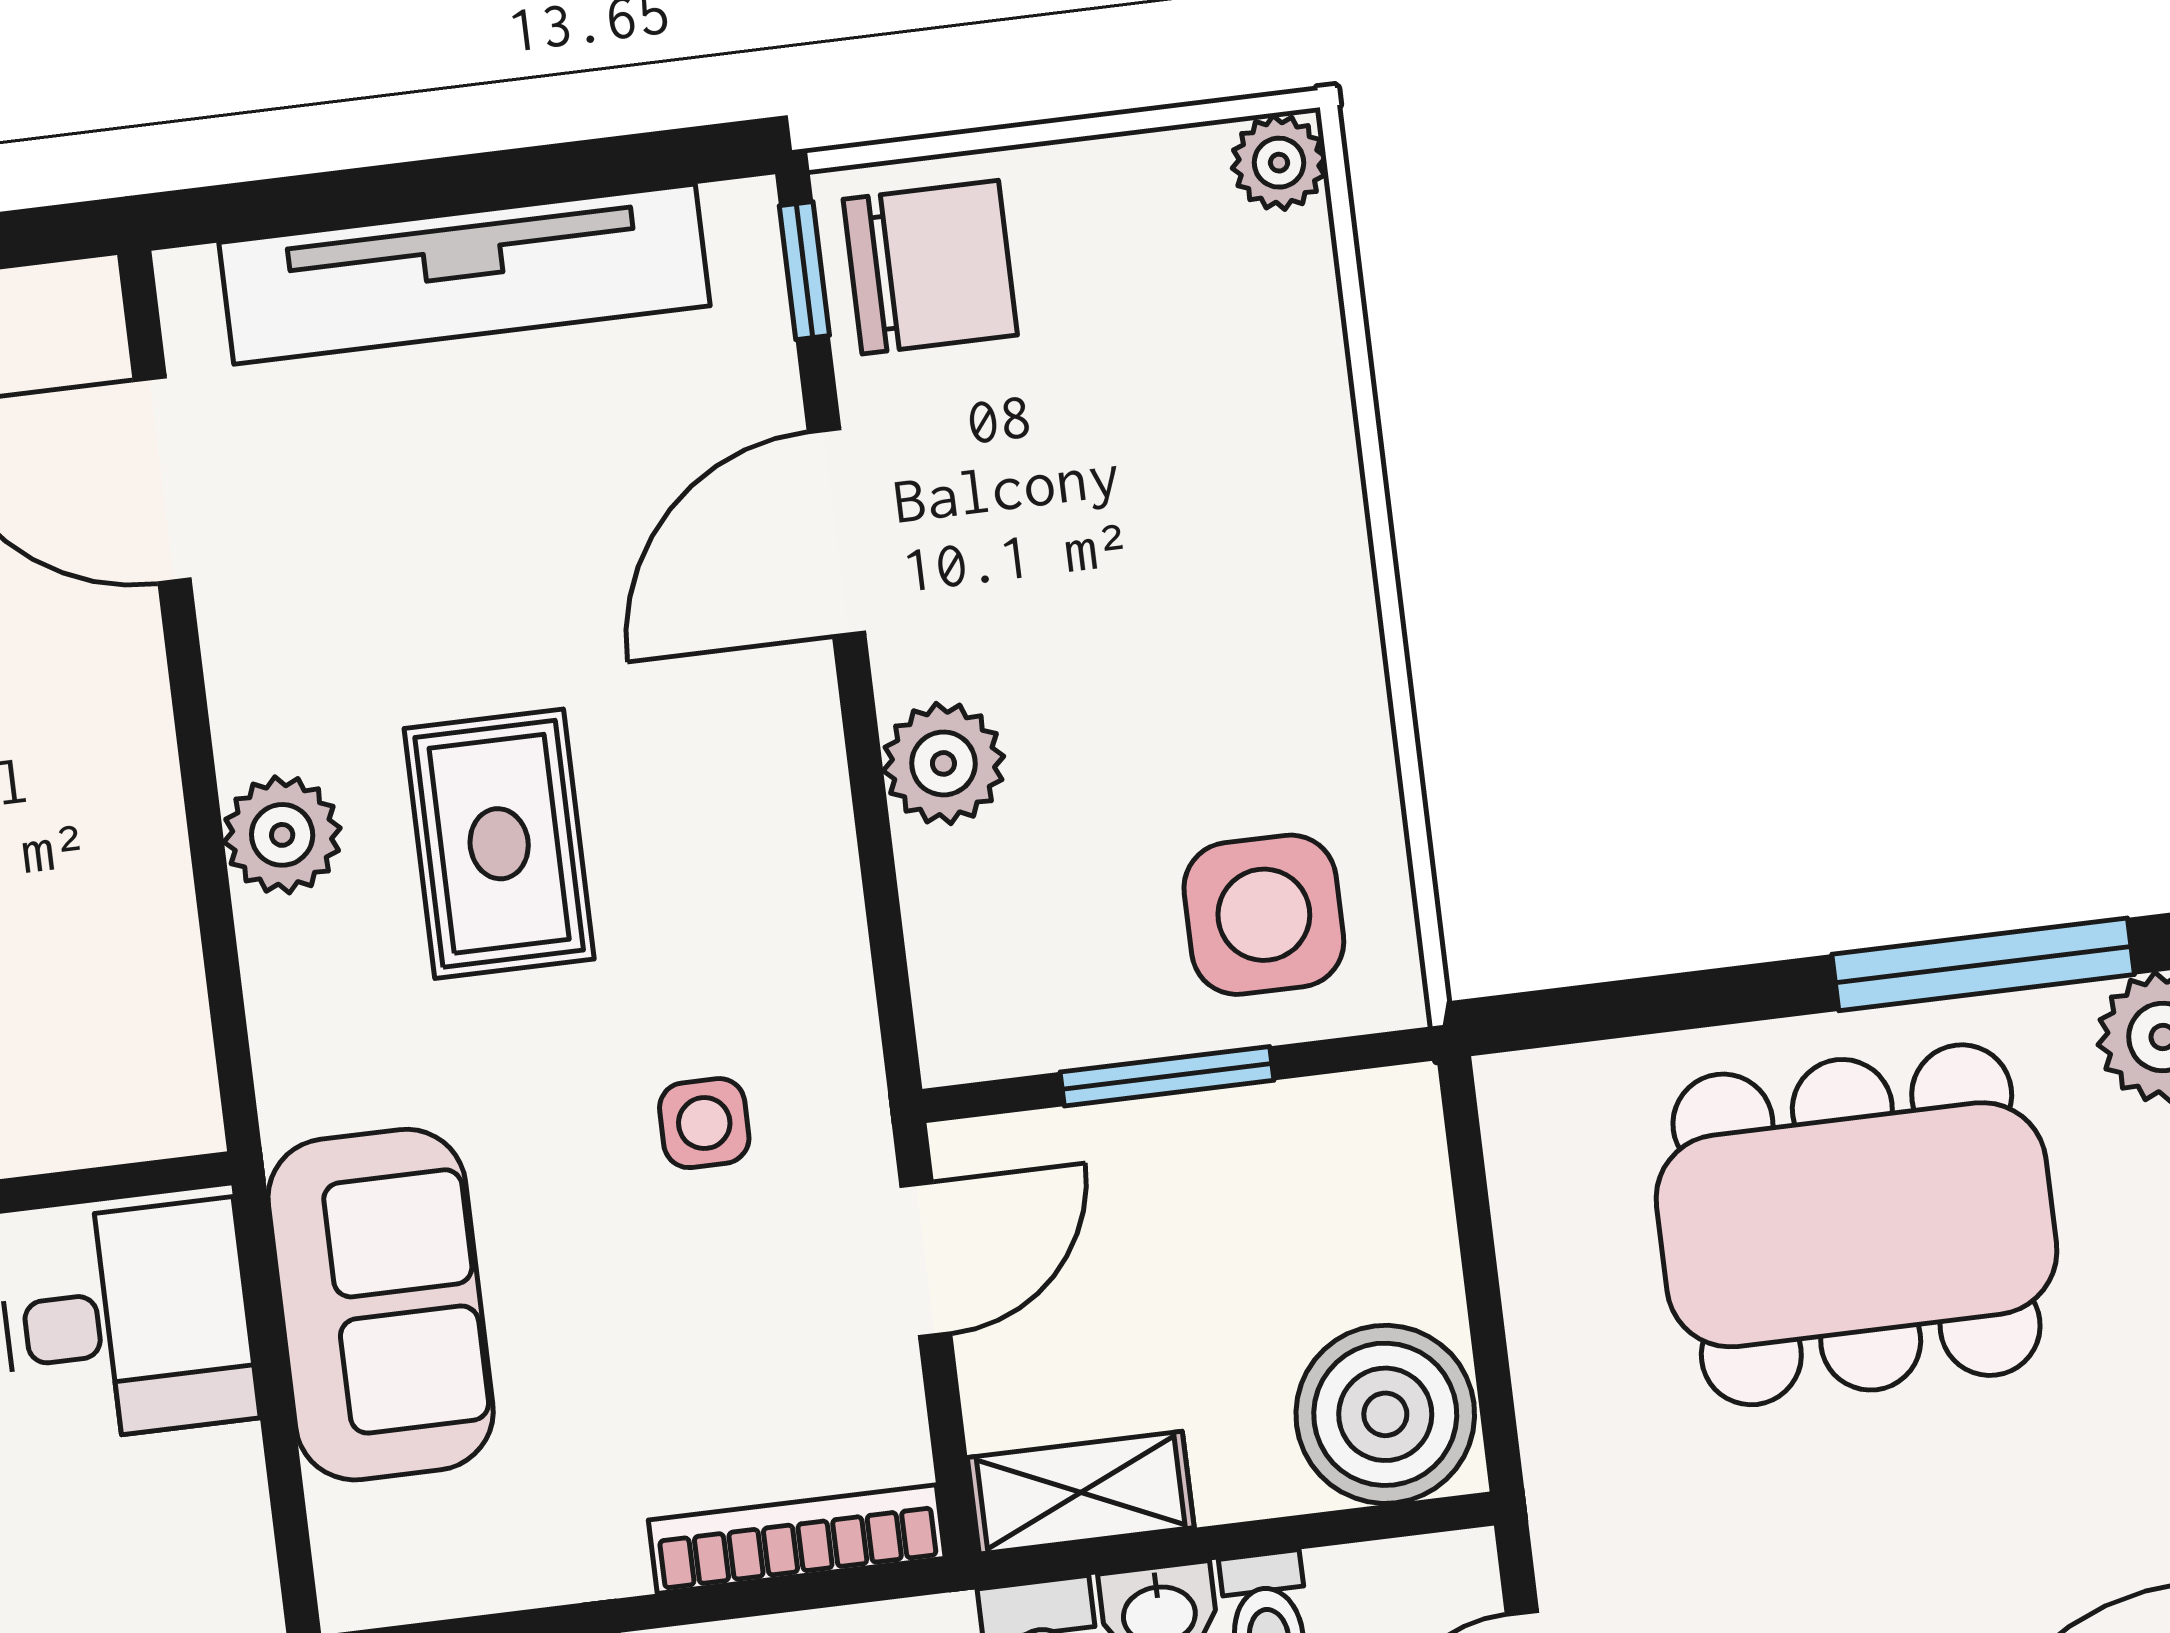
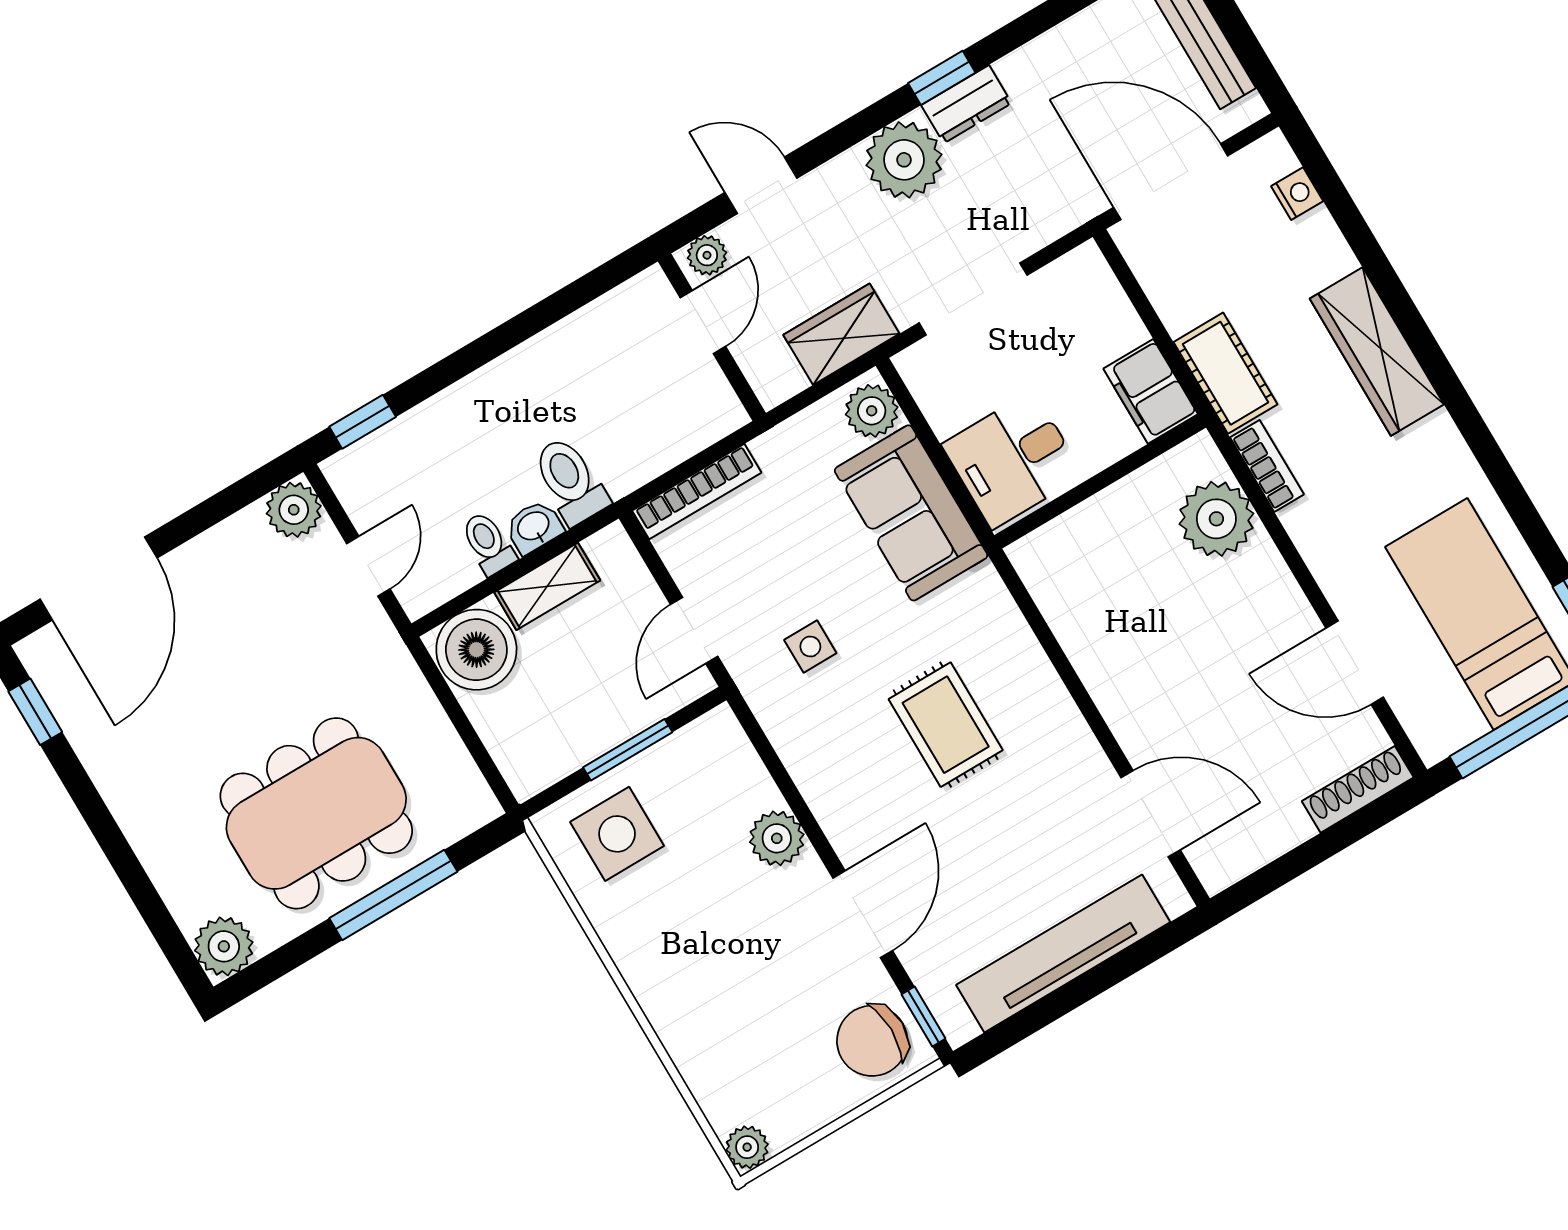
plant: (282, 835) -> (872, 411), moved
window: (1983, 964) -> (393, 895), moved
shelving: (1081, 1493) -> (547, 586), moved

